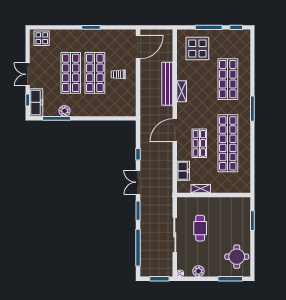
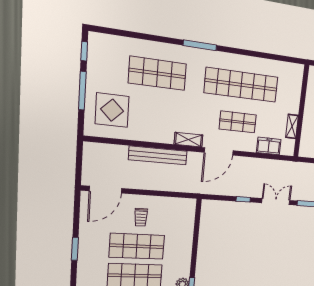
door: (138, 47) -> (106, 190), swing flipped
shelving: (182, 91) -> (189, 140), moved
door: (175, 130) -> (219, 151), hinge flipped
double door: (138, 182) -> (276, 202), swing flipped

